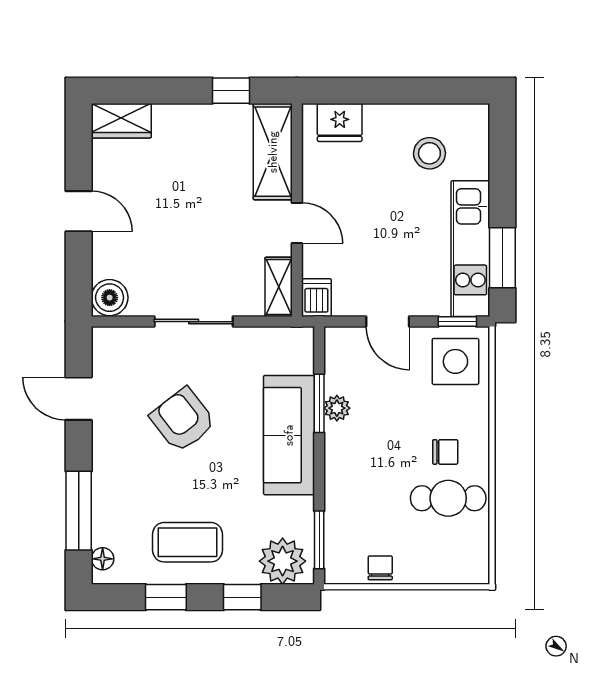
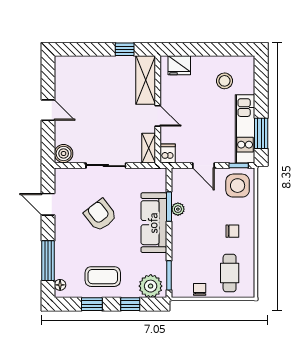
wardrobe: (121, 121) -> (69, 64), removed
cafe table: (448, 498) -> (230, 273), moved, turned 90

